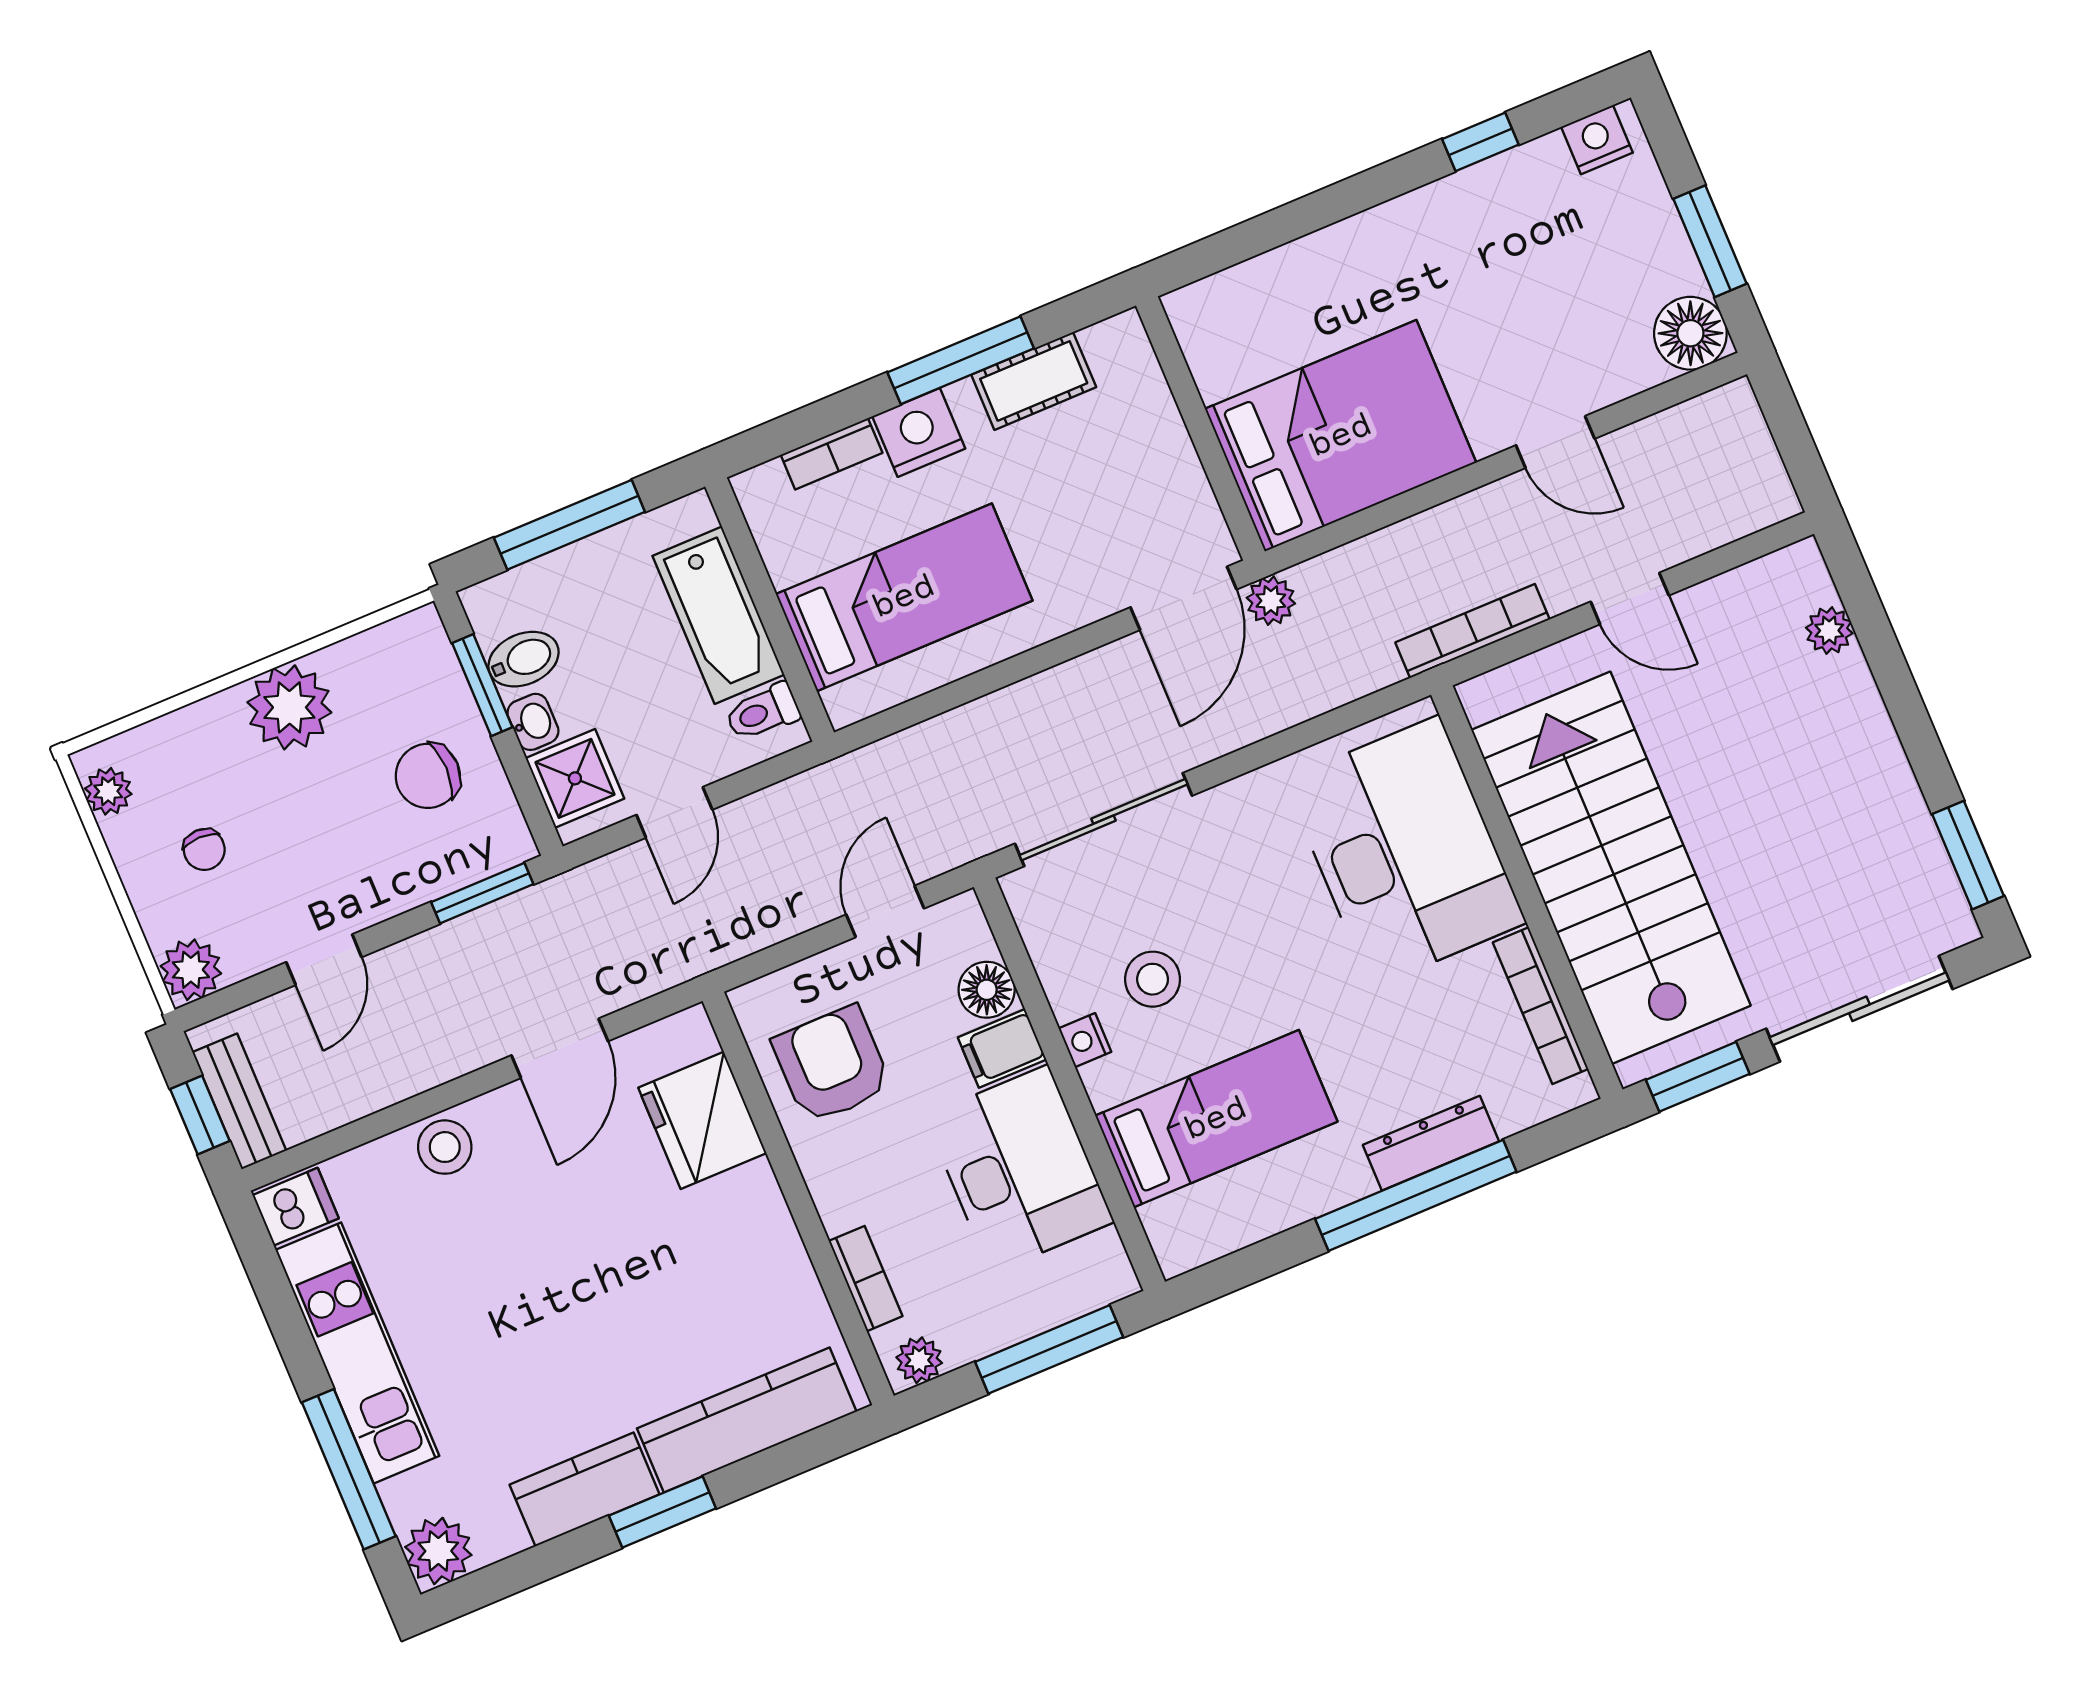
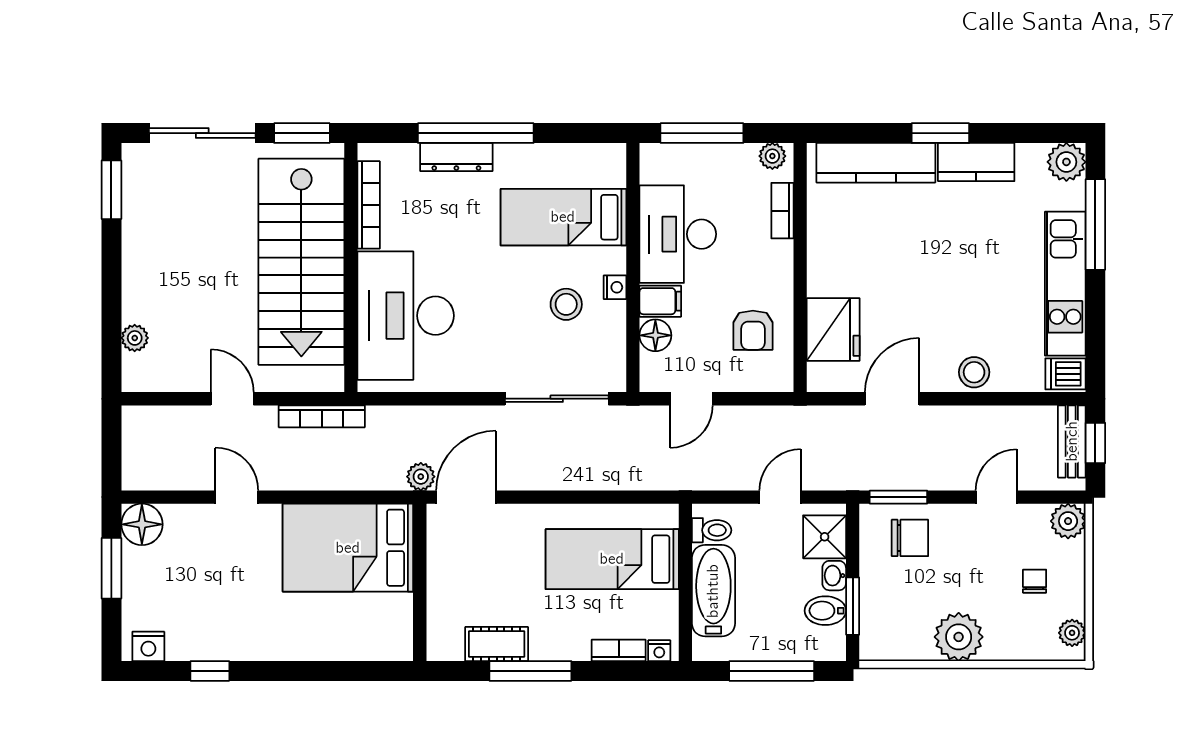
nightstand: (919, 432) -> (659, 651), moved, width x0.53, depth x0.56
chair: (428, 776) -> (910, 538), moved
armchair: (832, 1065) -> (753, 330), width x0.72, depth x0.72

